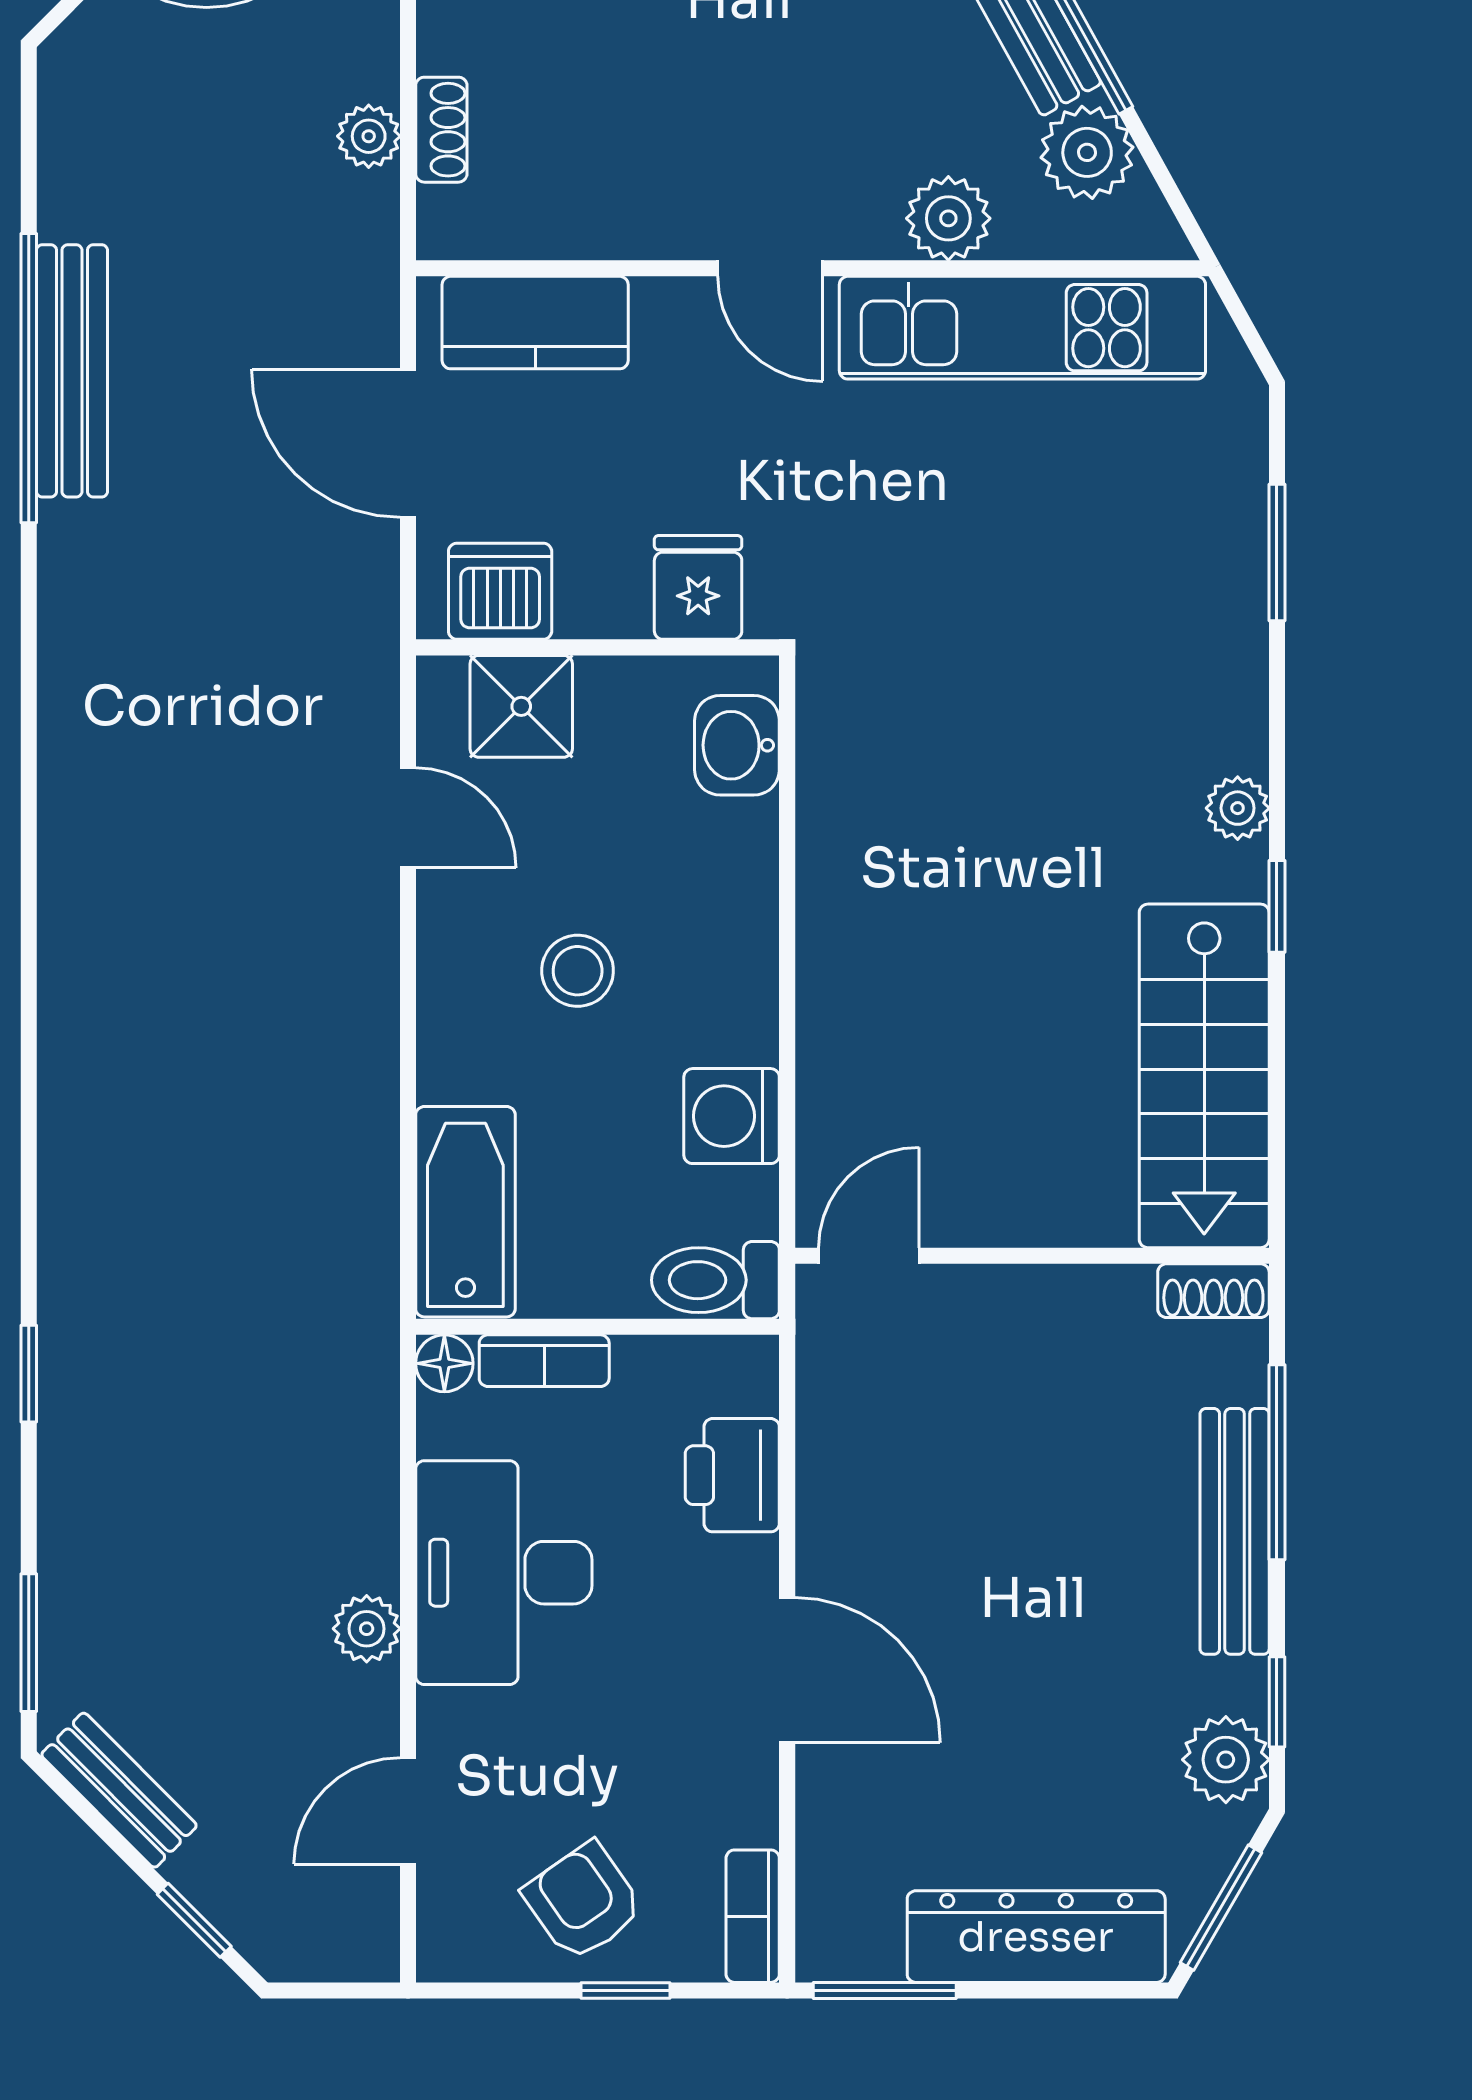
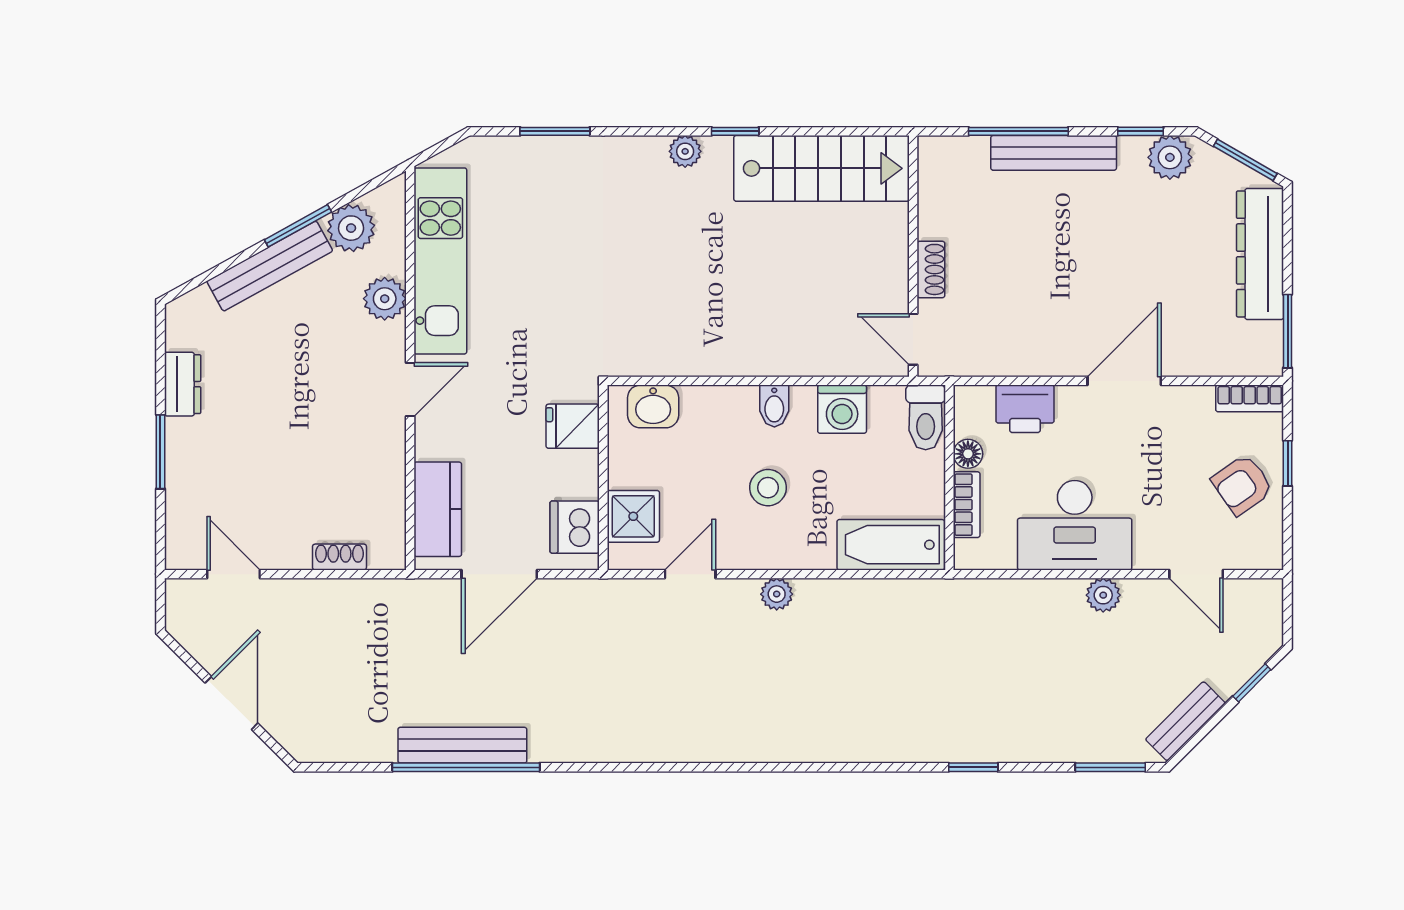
plant: (369, 136) -> (777, 594), moved
bidet: (738, 983) -> (774, 406), added
shoe rack: (1213, 1291) -> (931, 269), moved
floor lamp: (444, 1363) -> (968, 454), moved

